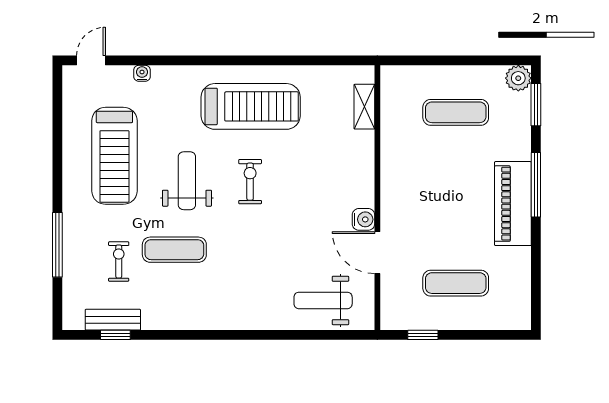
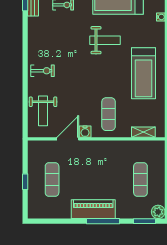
exercise bike: (250, 182) -> (42, 71), moved
exercise mat: (174, 250) -> (109, 114), moved
weight bench: (323, 300) -> (43, 111), turned 180
window: (423, 335) -> (25, 182), moved

